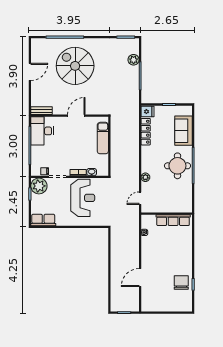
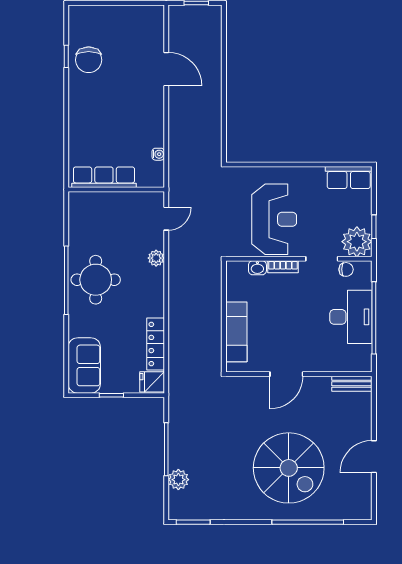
desk: (42, 131) -> (351, 317), moved
sofa: (184, 131) -> (84, 365), moved
reception desk: (83, 198) -> (274, 219), turned 180
door: (140, 278) -> (166, 69), hinge flipped

